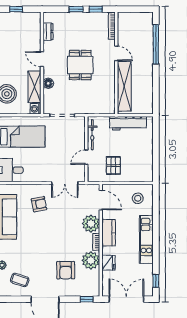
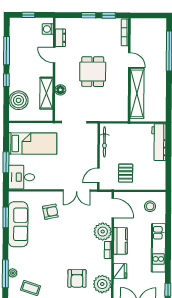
door: (42, 59) -> (54, 55), moved
washing machine: (35, 109) -> (48, 29), moved
workbench: (128, 123) -> (159, 142), moved, turned 90
door: (86, 157) -> (98, 175), moved
plant: (91, 260) -> (102, 284), moved

